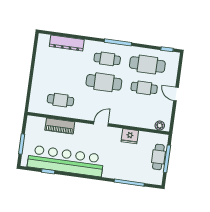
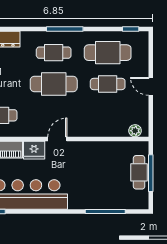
fridge: (130, 136) -> (34, 150), moved

